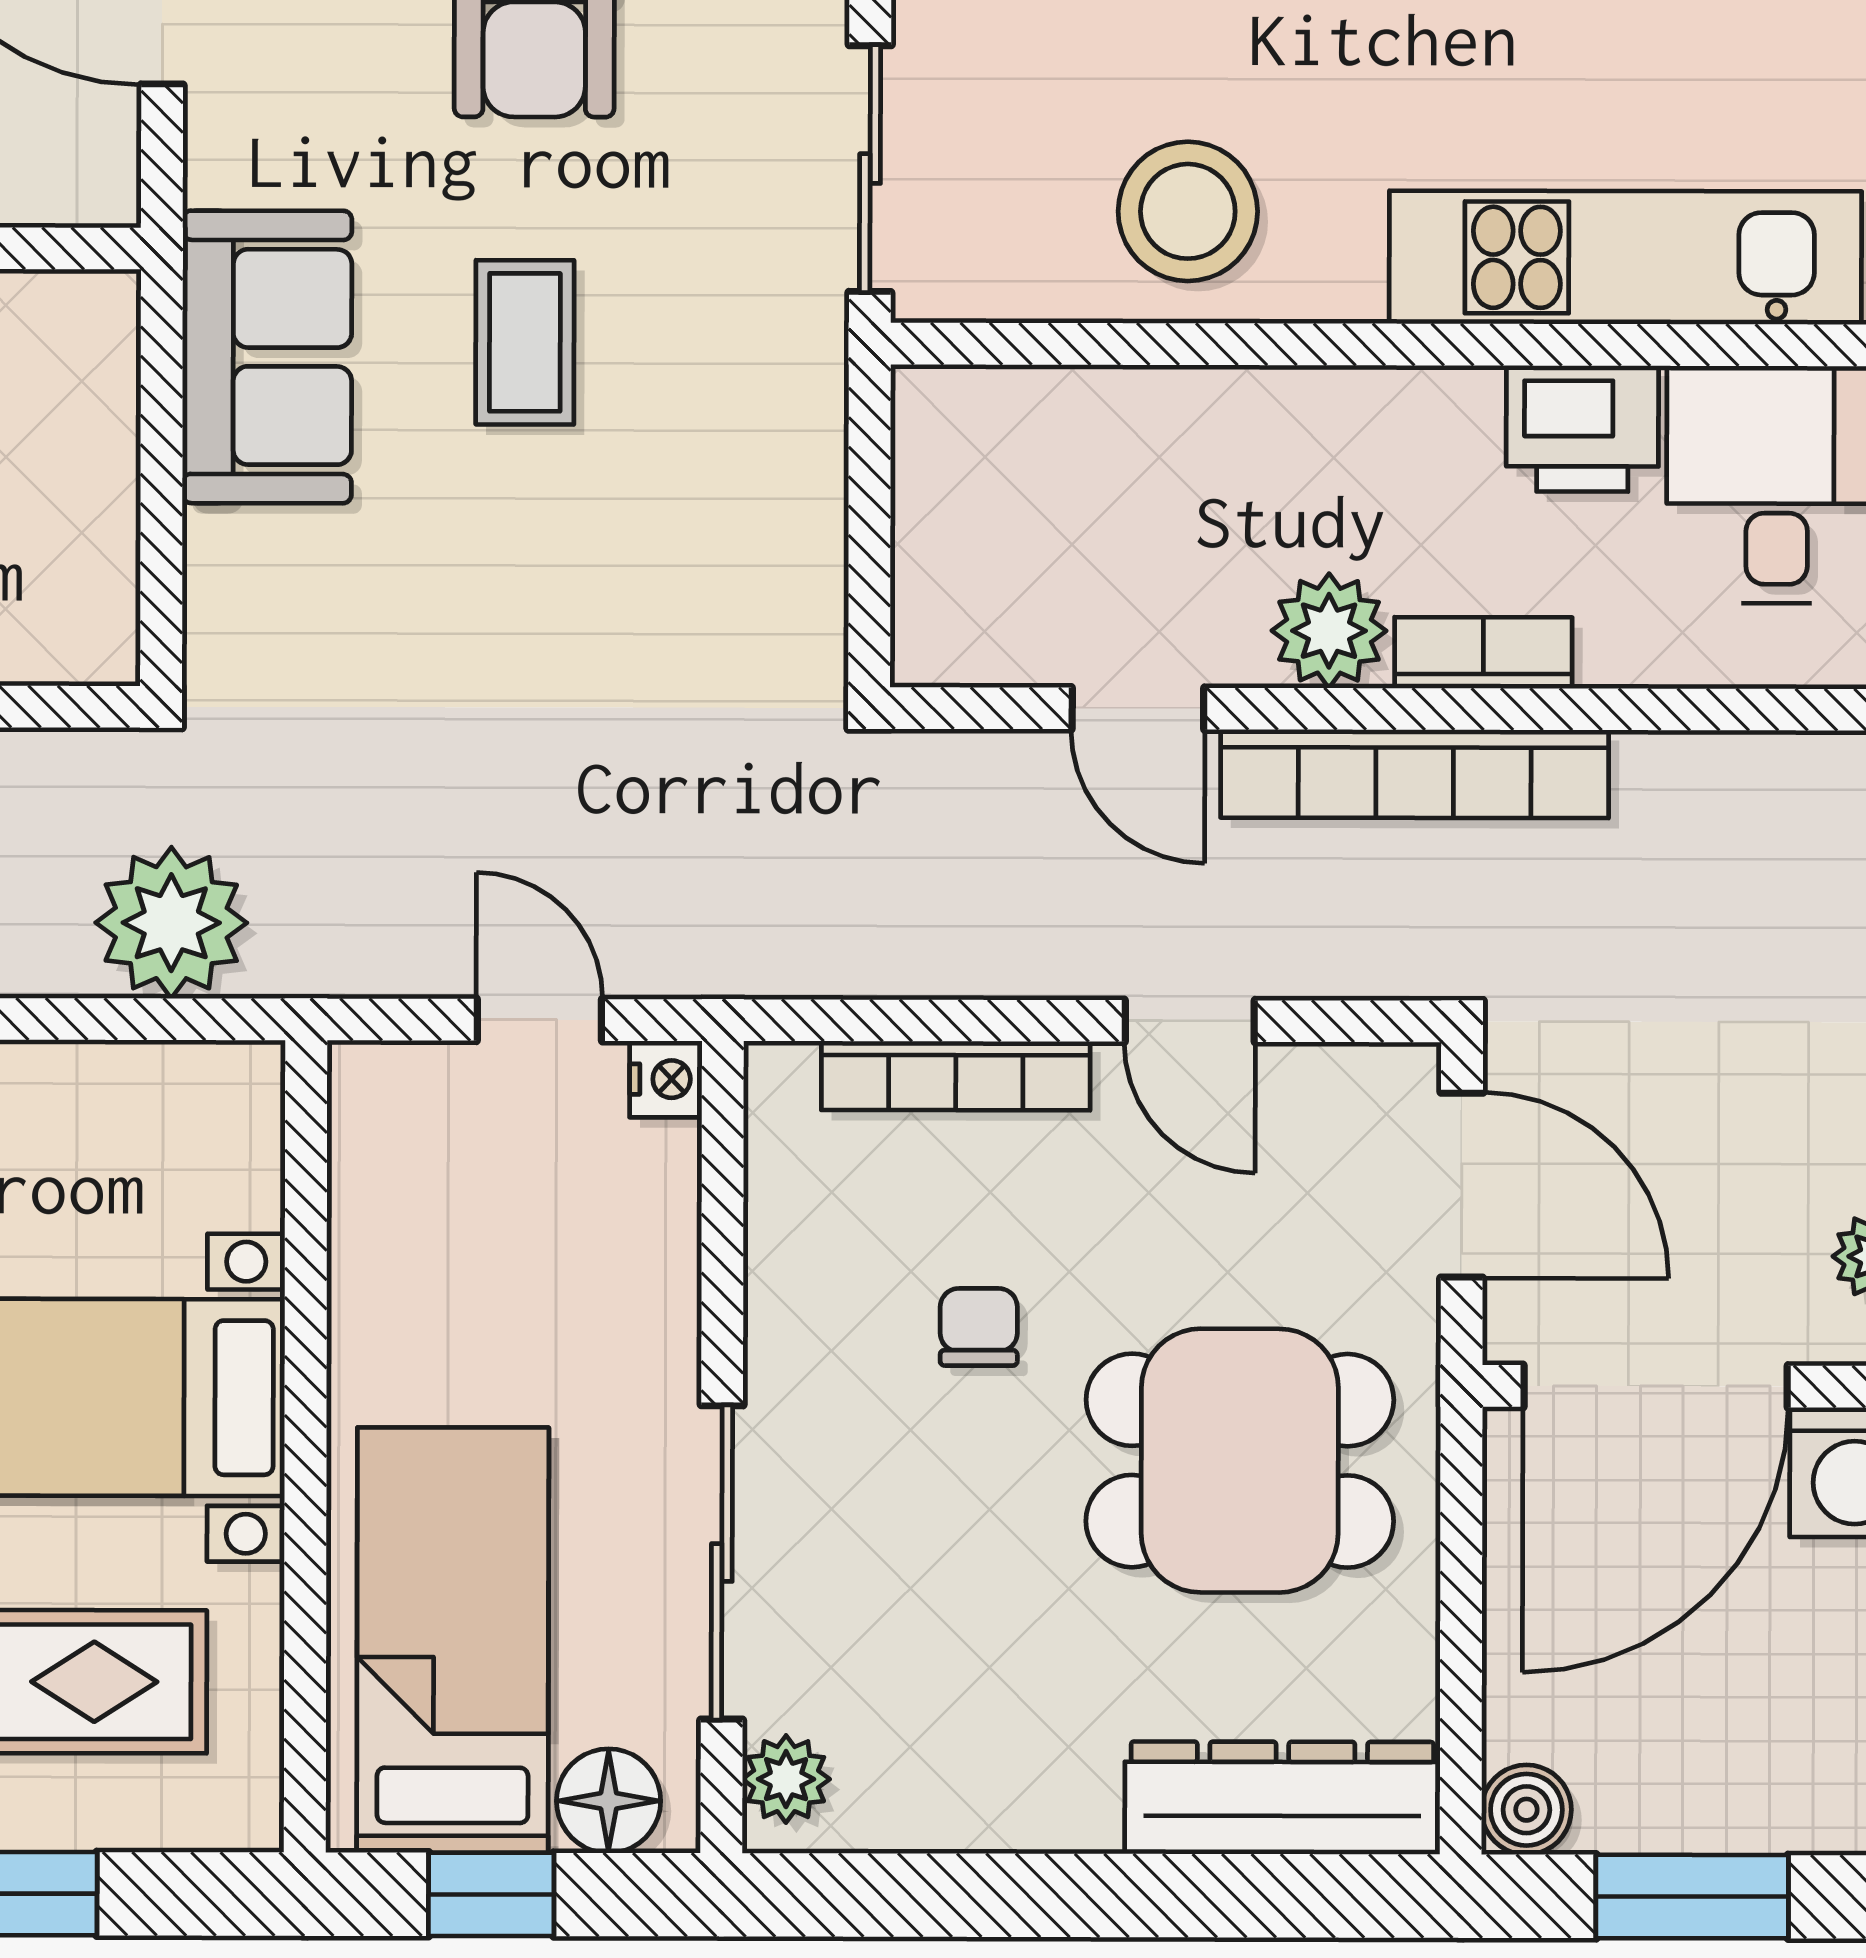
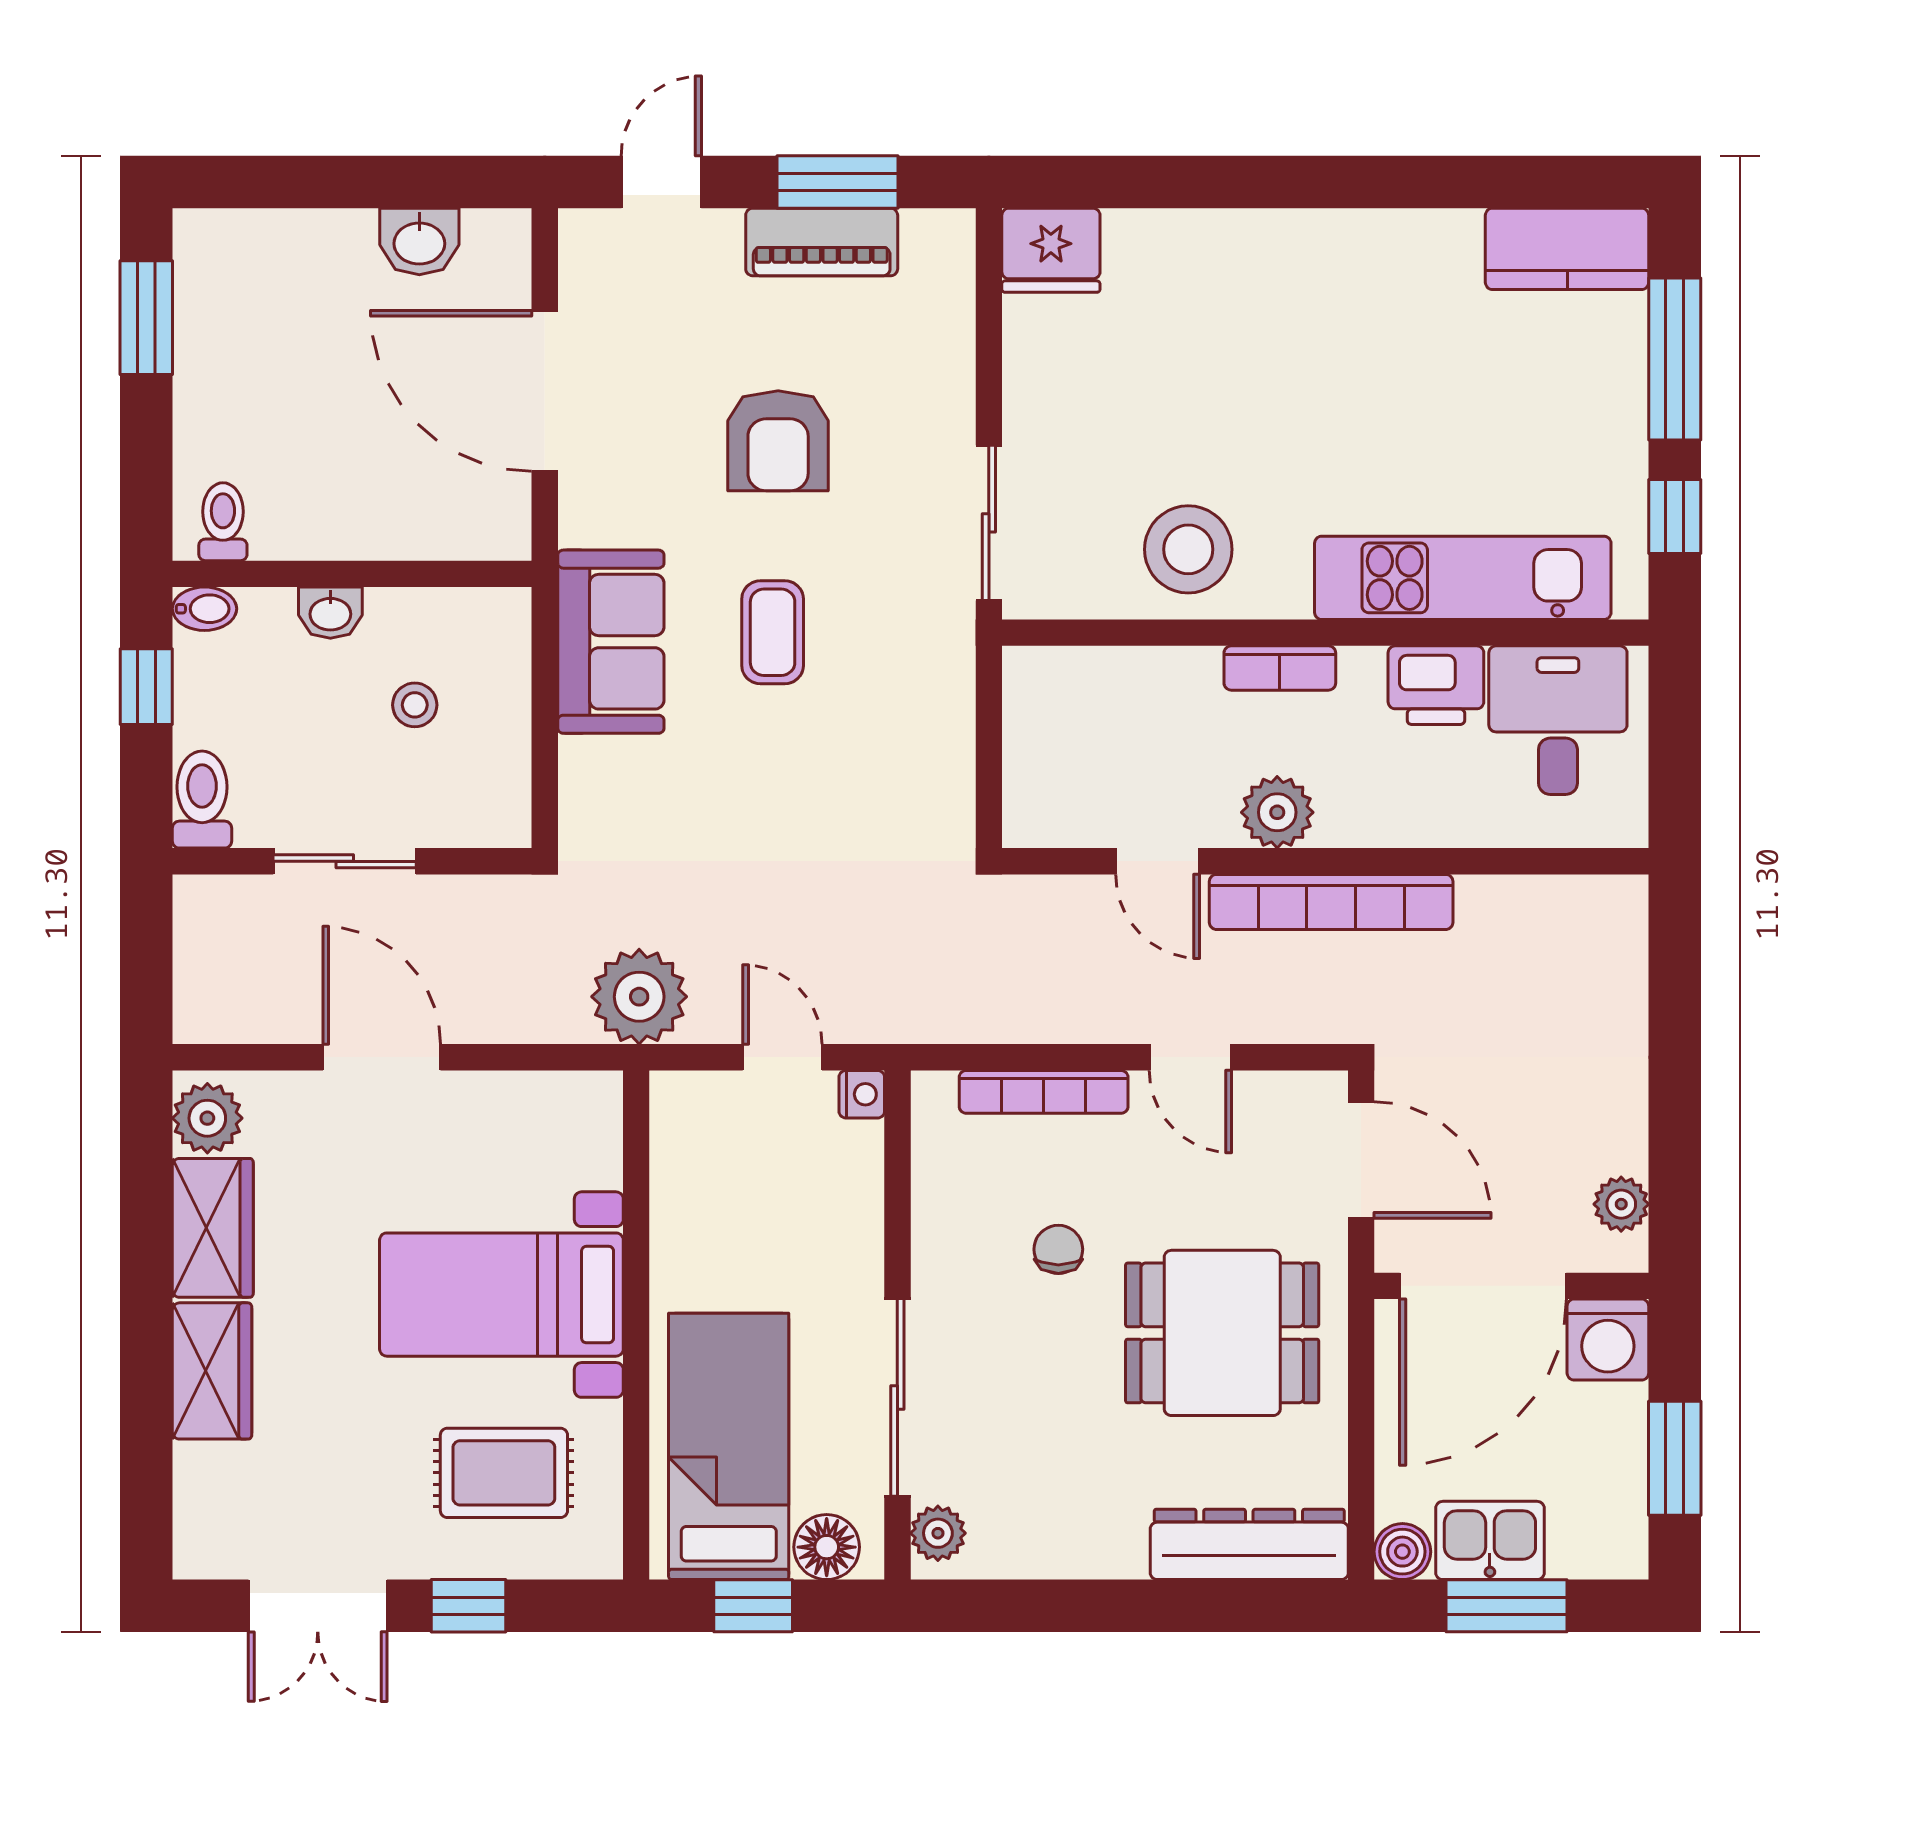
bookcase: (1483, 653) -> (1280, 668), moved, turned 180
plant: (171, 923) -> (639, 997), moved
kitchen sink: (1666, 1792) -> (1490, 1540), added

